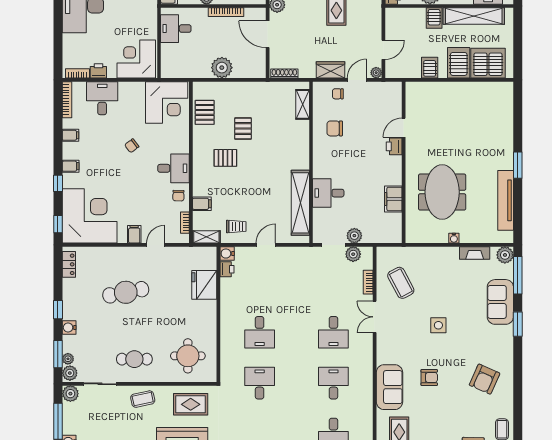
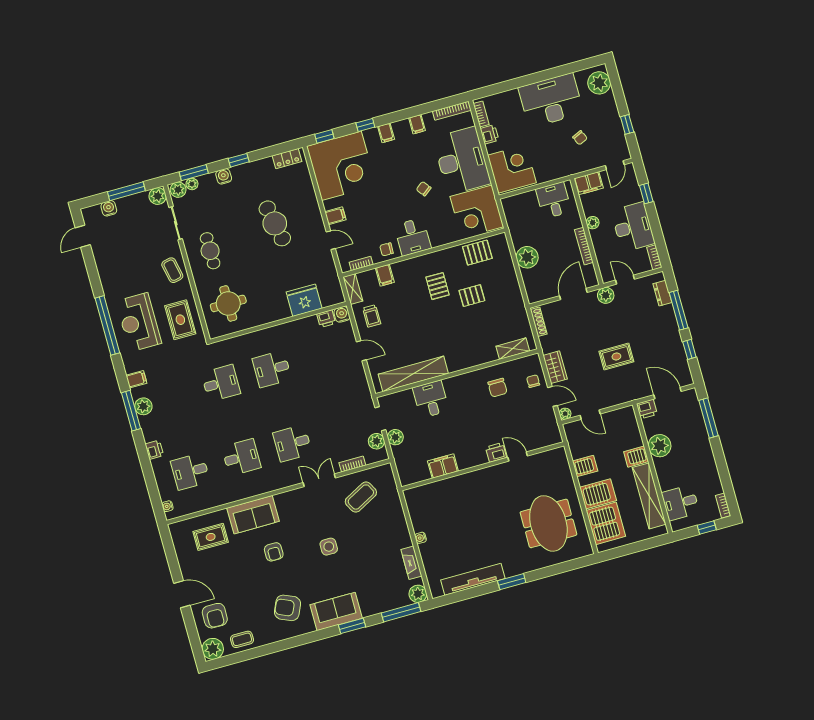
desk: (102, 98) -> (462, 161), width x1.87, depth x1.30
chair: (335, 128) -> (497, 388), turned 180
meeting table: (442, 192) -> (548, 523), moved, turned 90
sofa: (500, 302) -> (336, 611), moved

